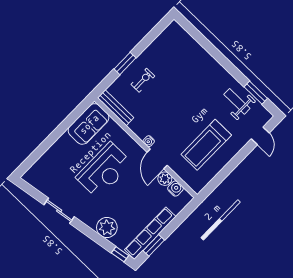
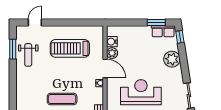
exercise mat: (167, 93) -> (62, 99), added
treadmill: (206, 145) -> (70, 48), turned 180
door: (157, 159) -> (105, 69), hinge flipped
row of seats: (150, 233) -> (163, 31), width x0.50

